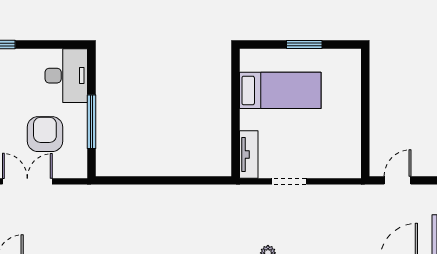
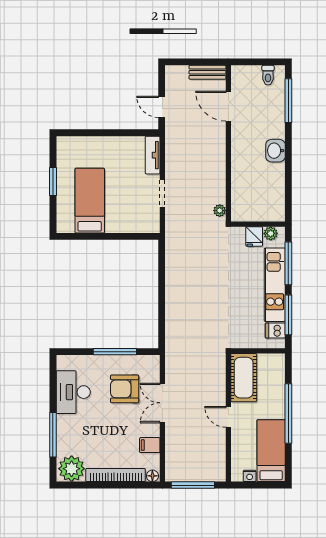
desk: (66, 76) -> (73, 392), moved, turned -90
tv unit: (249, 155) -> (153, 155), moved, turned -90

